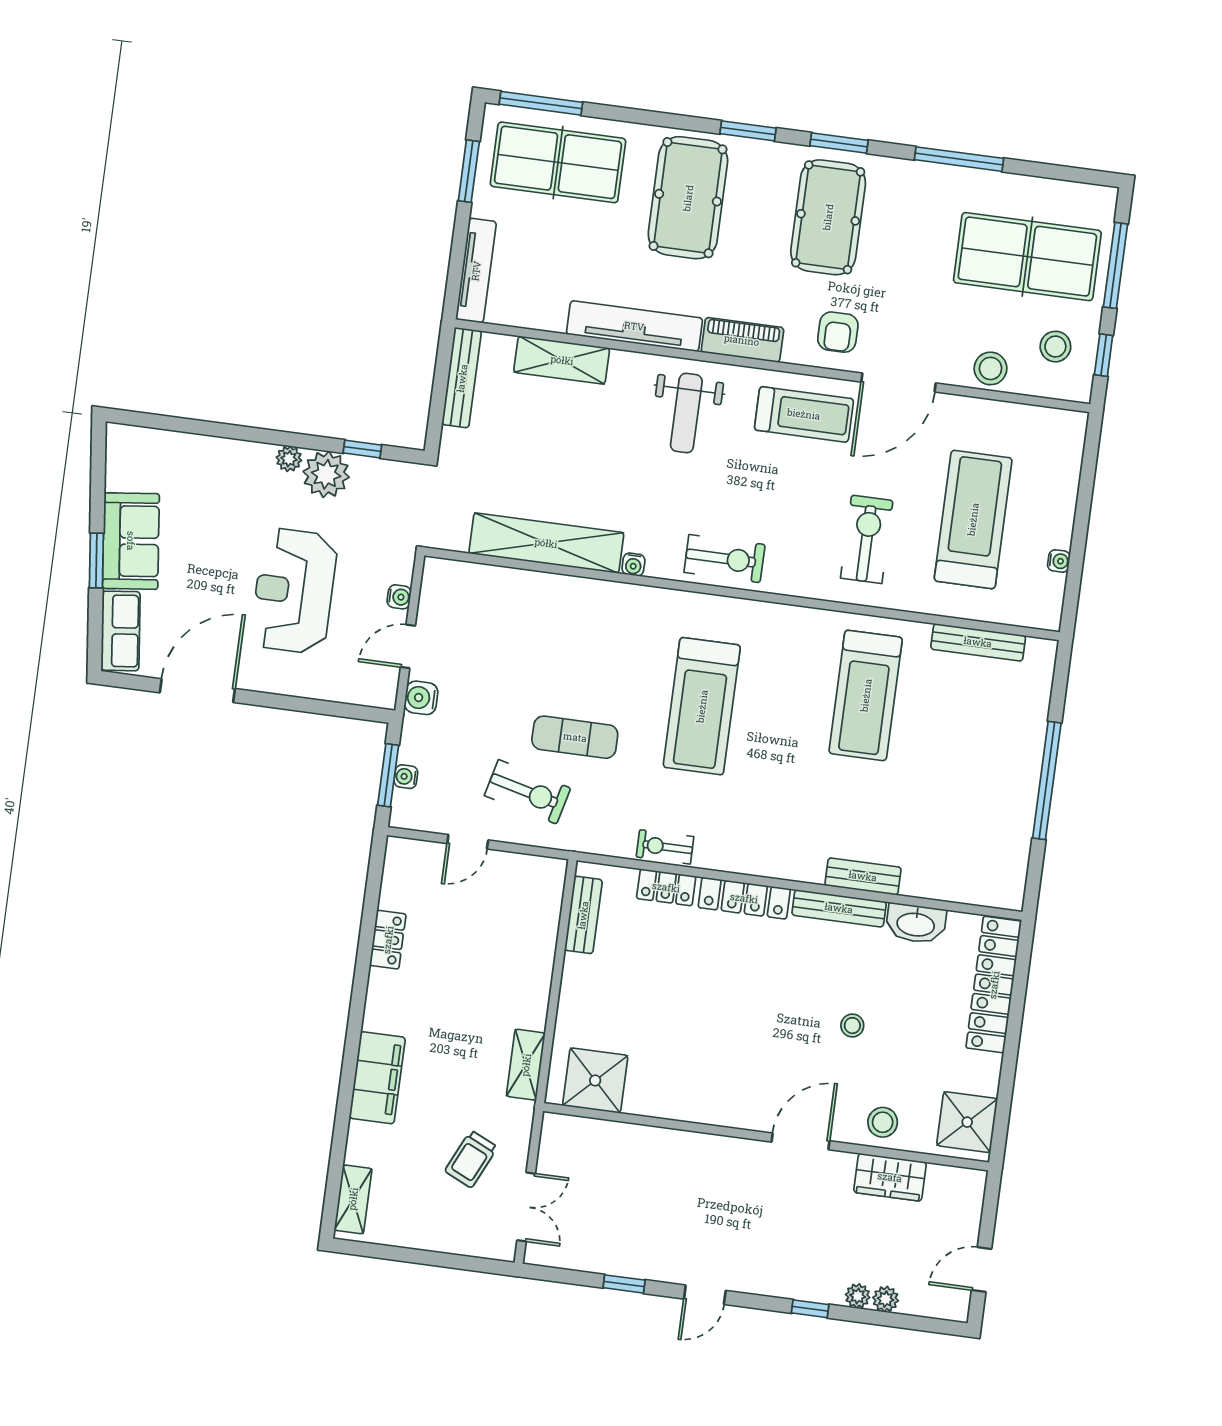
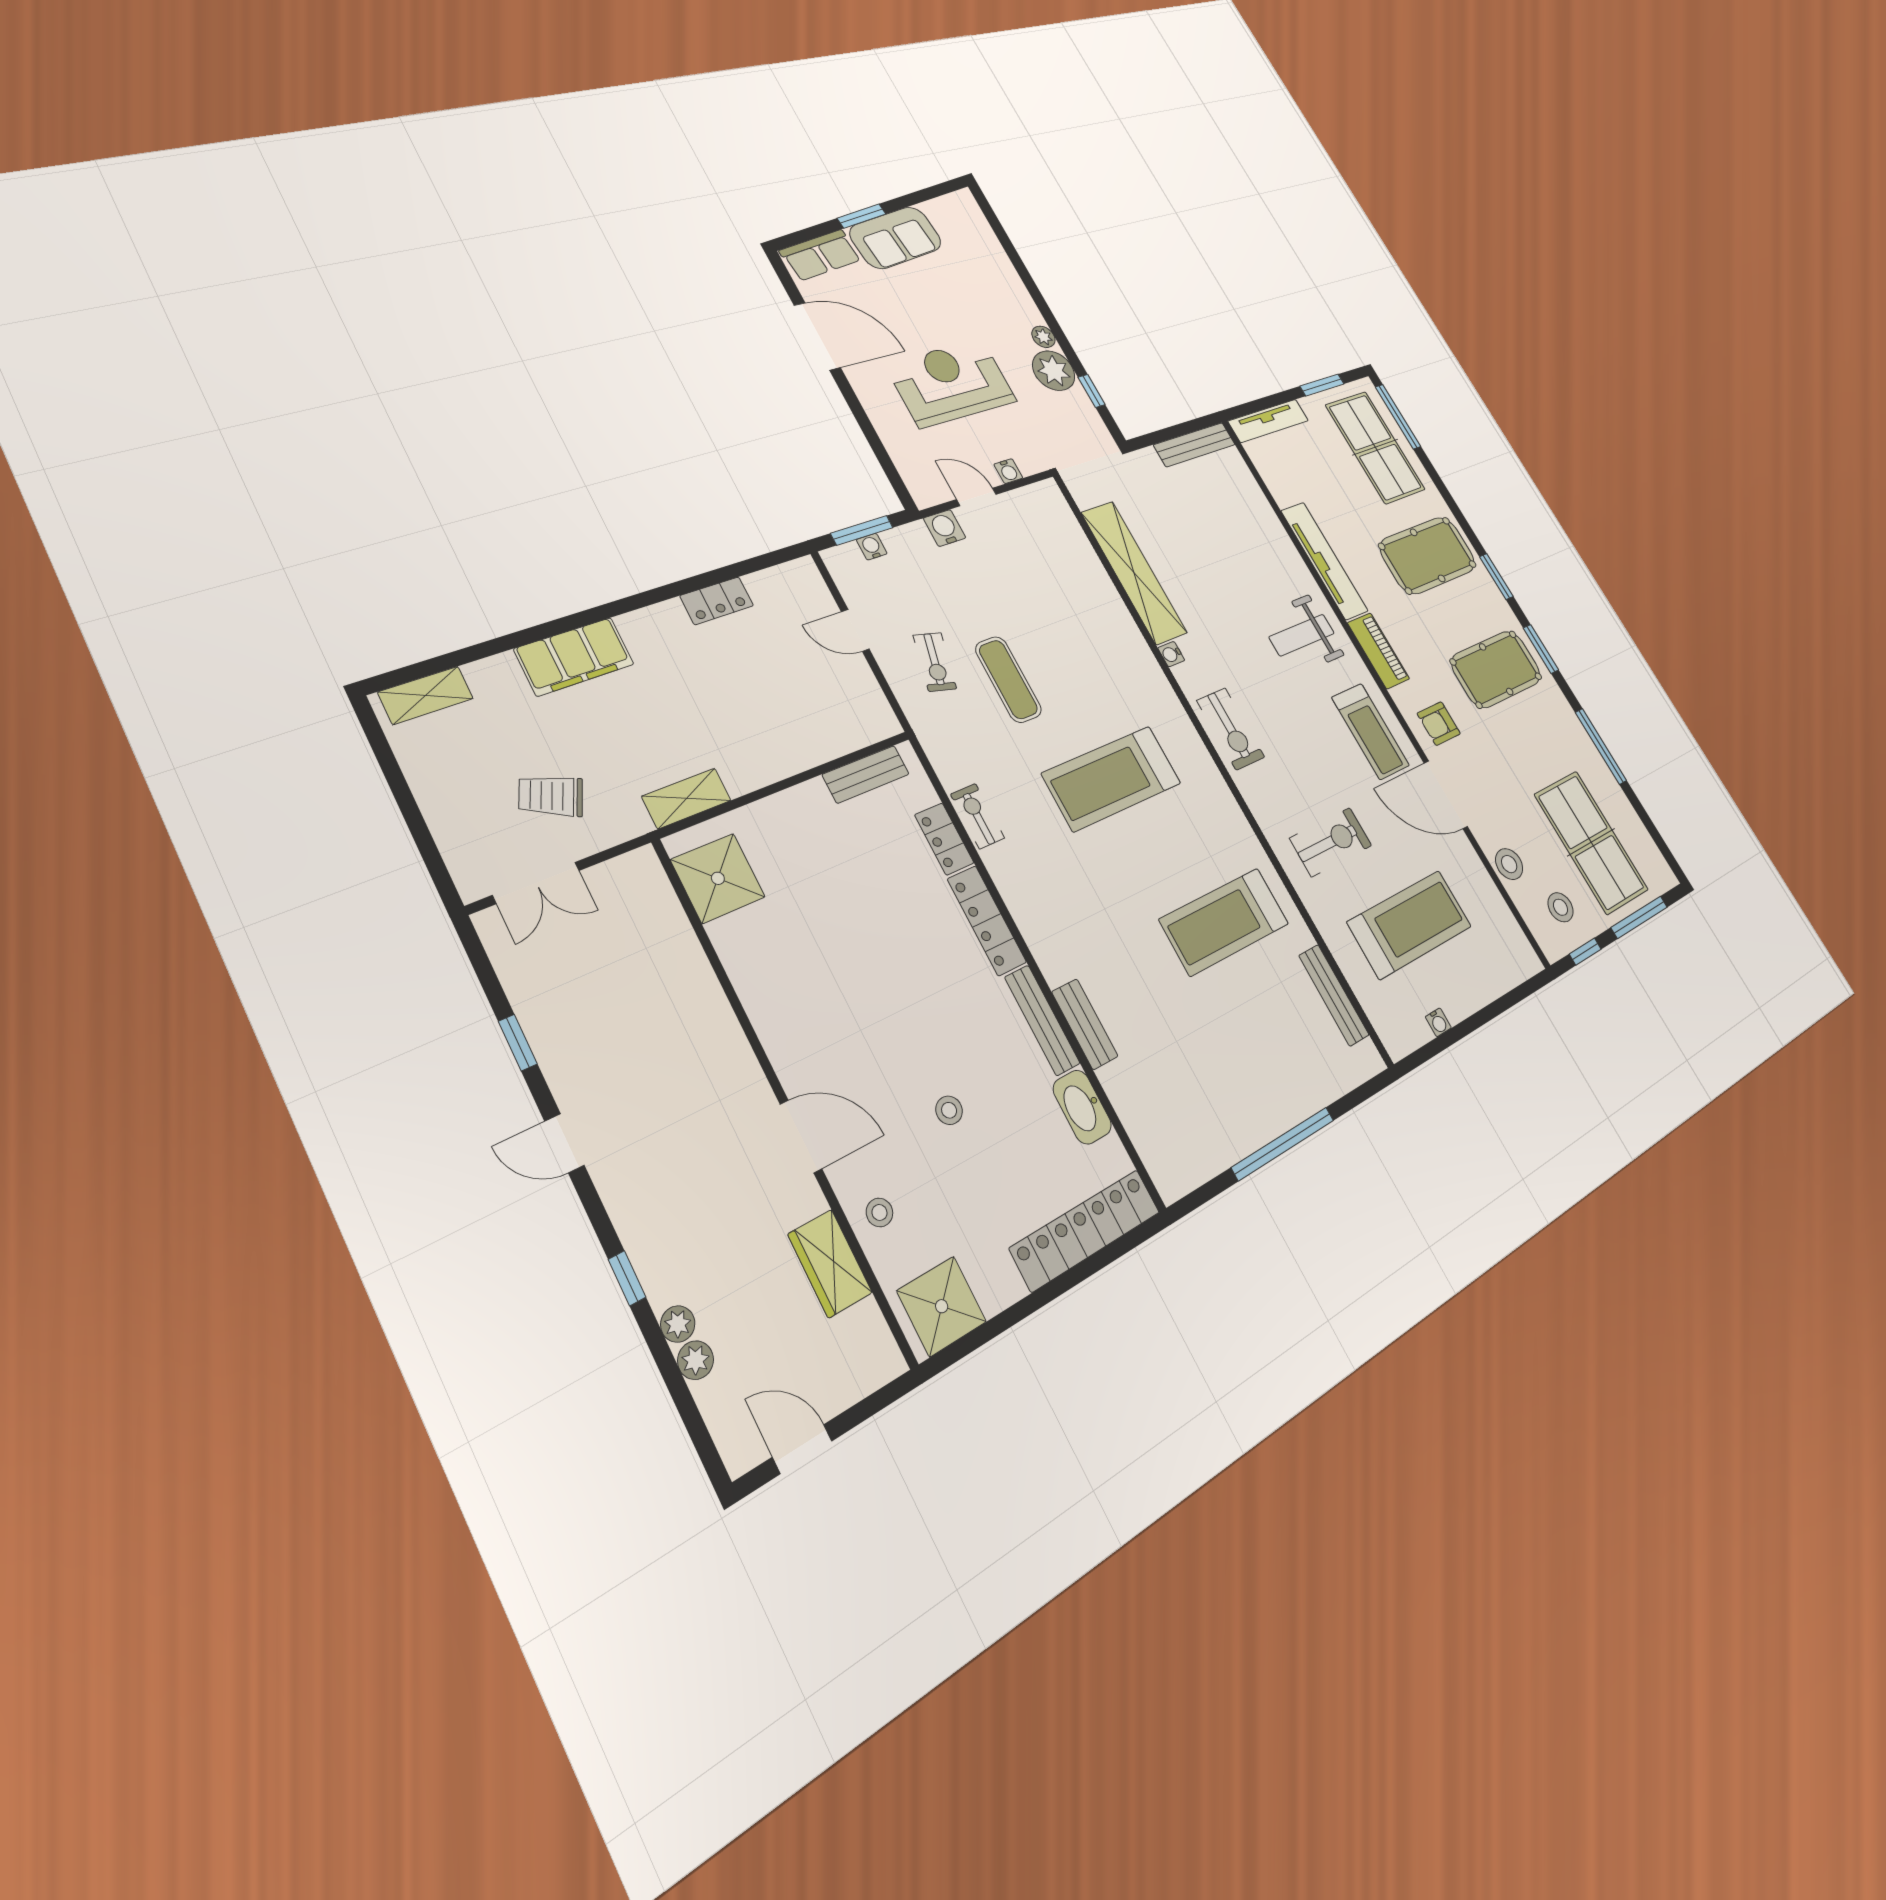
shelving: (562, 360) -> (1262, 516), removed
exercise bike: (528, 792) -> (935, 662), width x0.73, depth x0.72
stool: (883, 1122) -> (879, 1212), width x0.73, depth x0.73

